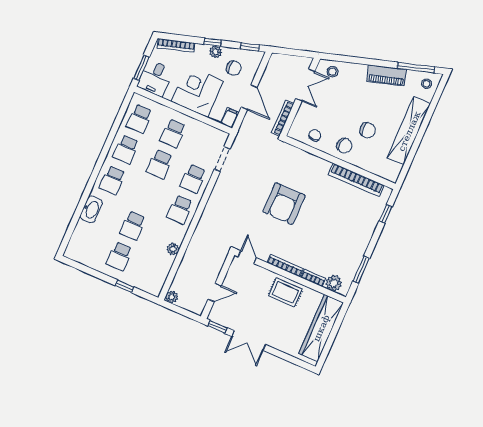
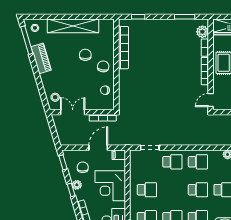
school desk: (160, 164) -> (198, 190), moved
armchair: (284, 204) -> (162, 91), removed

